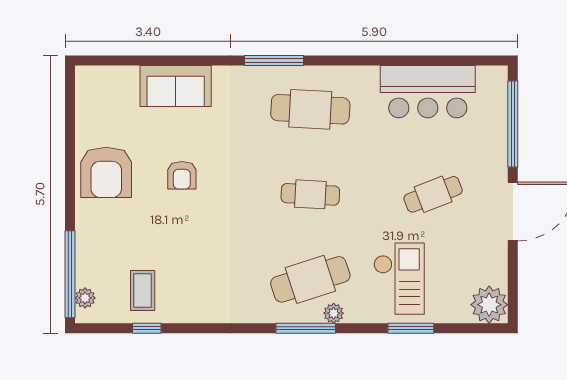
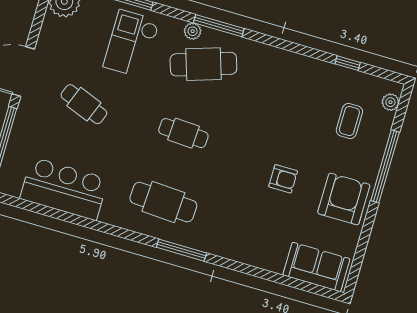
sofa: (176, 86) -> (316, 267), moved
armchair: (182, 175) -> (283, 179), turned 90
cafe table: (433, 194) -> (84, 104), turned 42
window: (70, 274) -> (385, 166), moved
coffee table: (143, 290) -> (349, 121), moved

